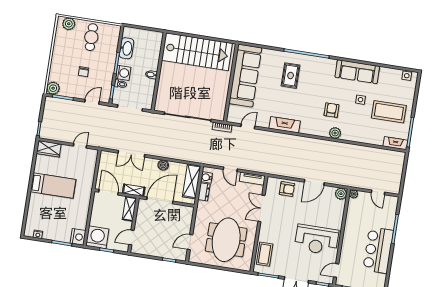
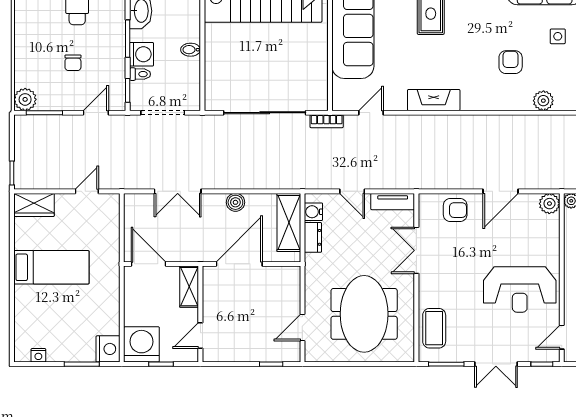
plant: (335, 133) -> (543, 101), moved
shelving: (134, 190) -> (191, 254), removed

